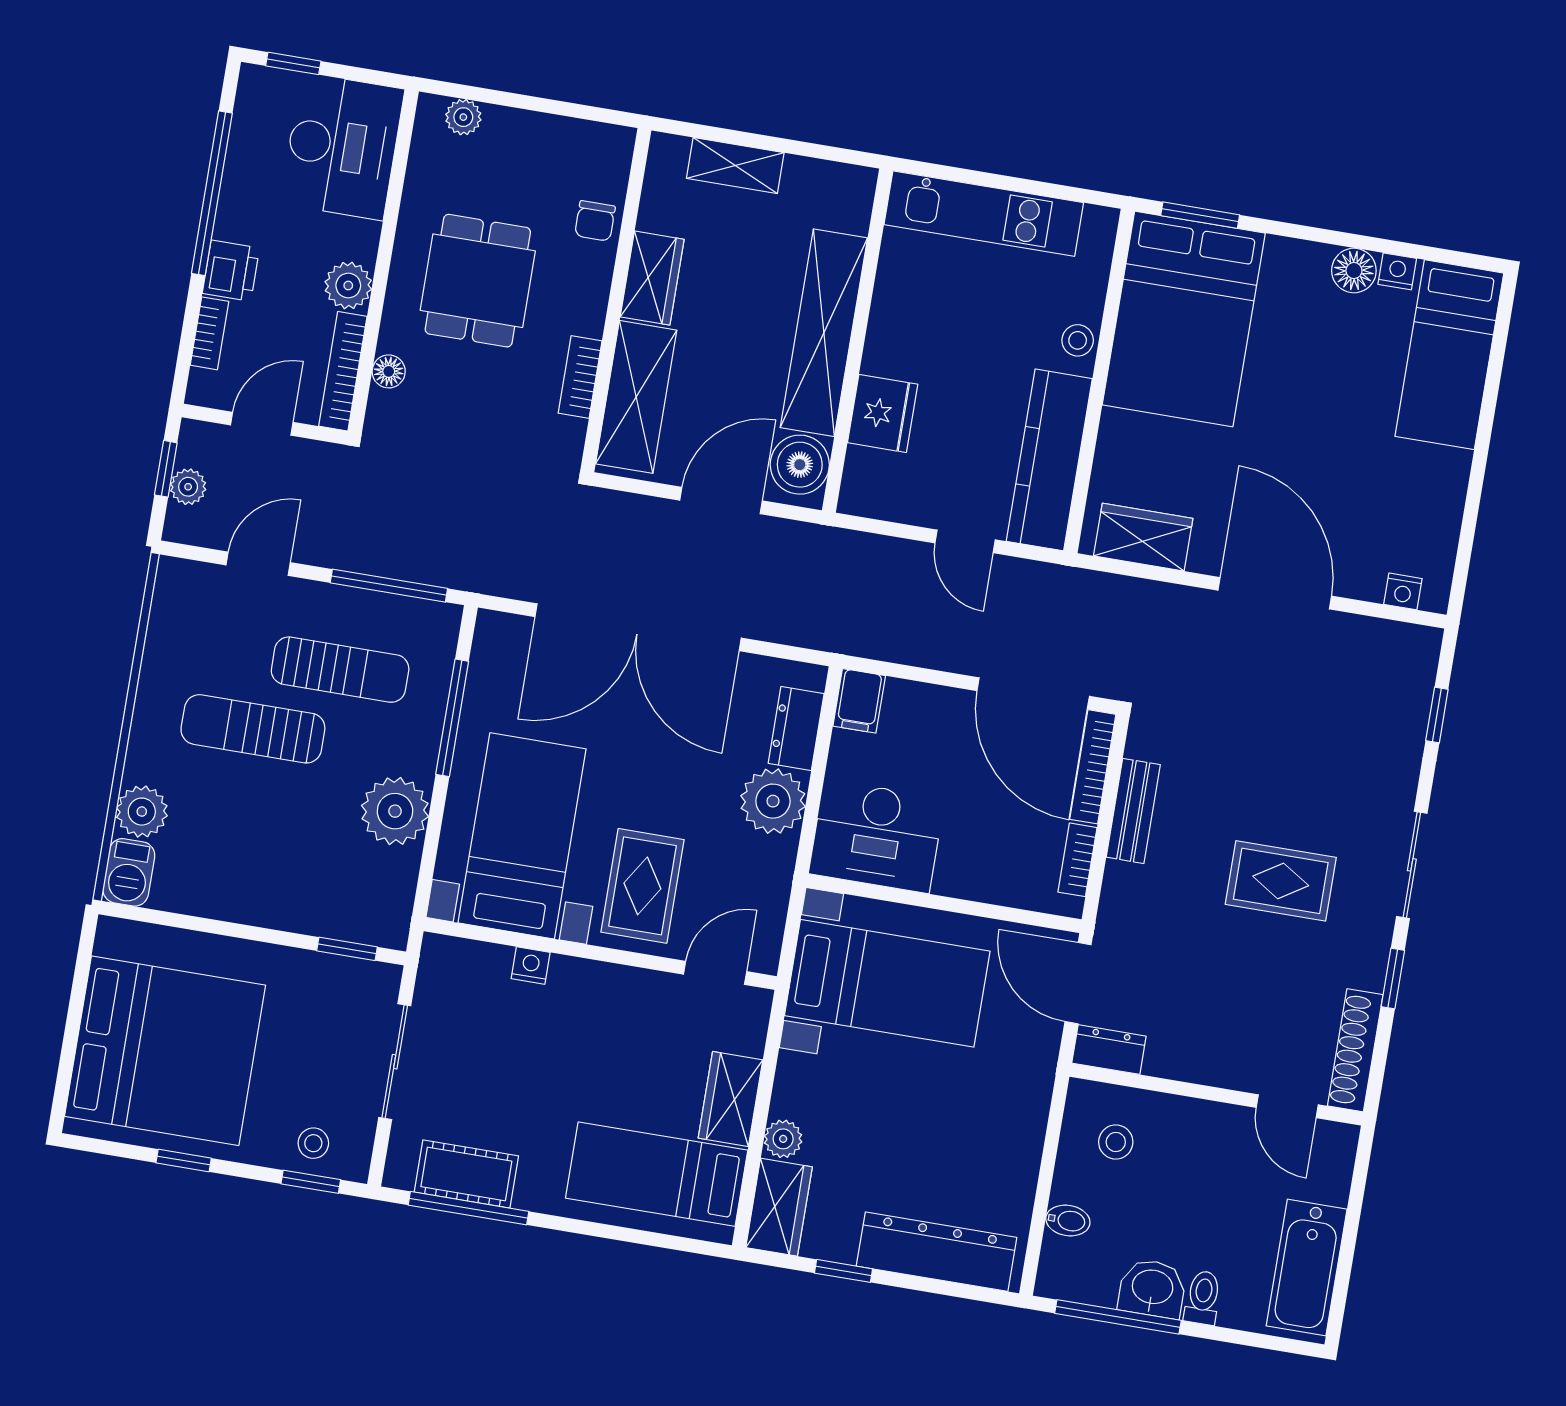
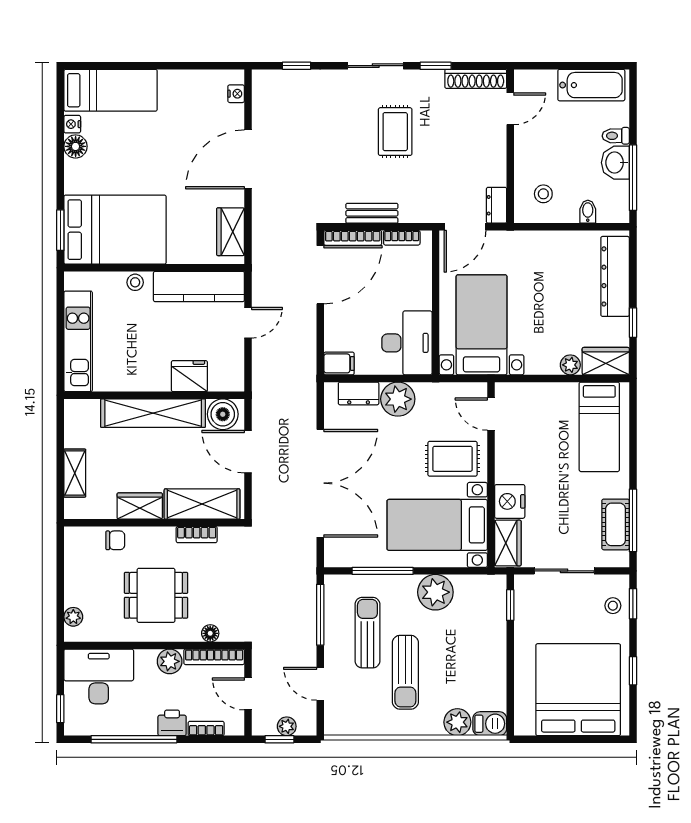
nightstand: (531, 966) -> (510, 501), width x1.89, depth x1.79
wardrobe: (731, 1099) -> (508, 543), moved, turned -90

